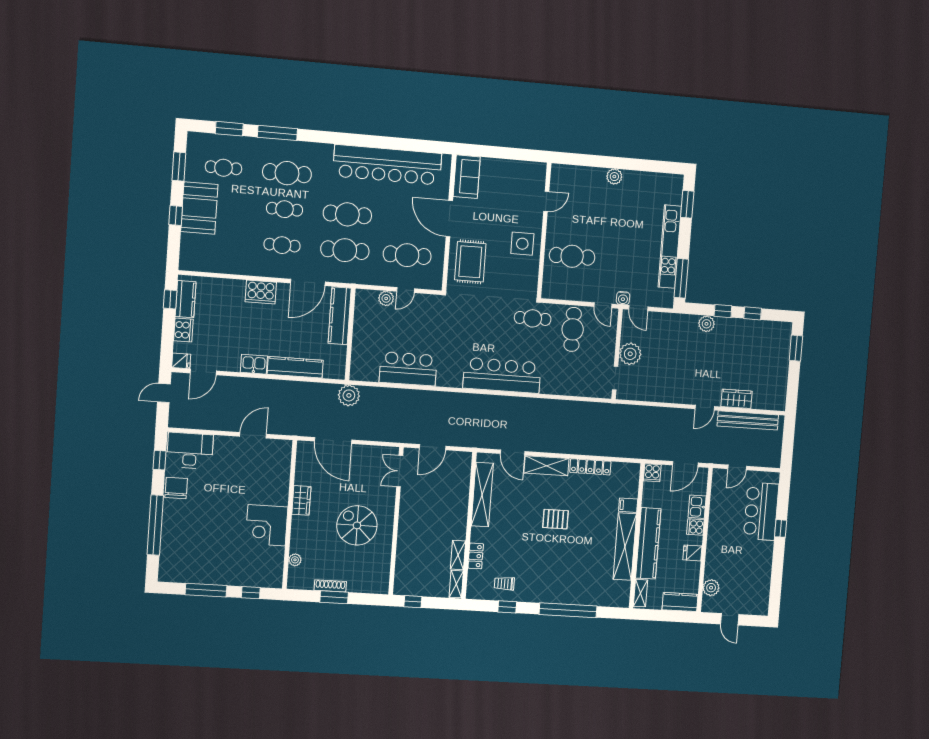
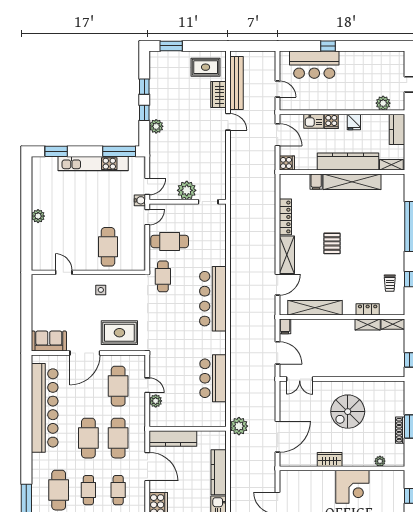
side table: (522, 244) -> (101, 290), width x0.54, depth x0.54
rug: (769, 386) -> (206, 67), added
filing cabinet: (463, 458) -> (285, 326), added

